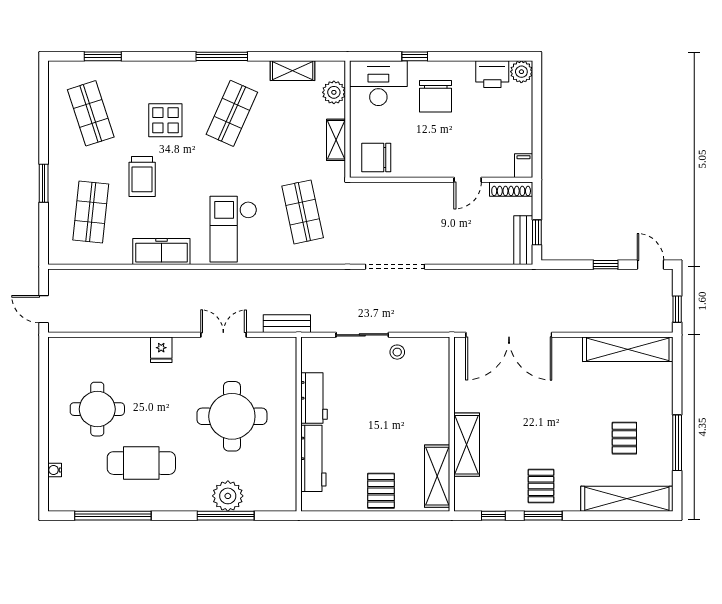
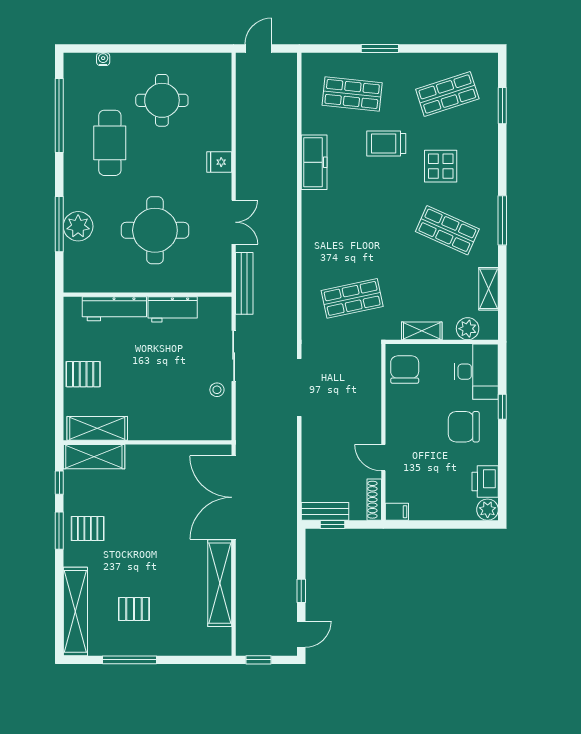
checkout: (233, 229) -> (336, 232), removed
bench: (287, 324) -> (244, 283), width x1.36
shelving: (628, 349) -> (220, 583), moved
shelving: (467, 445) -> (94, 457), moved

